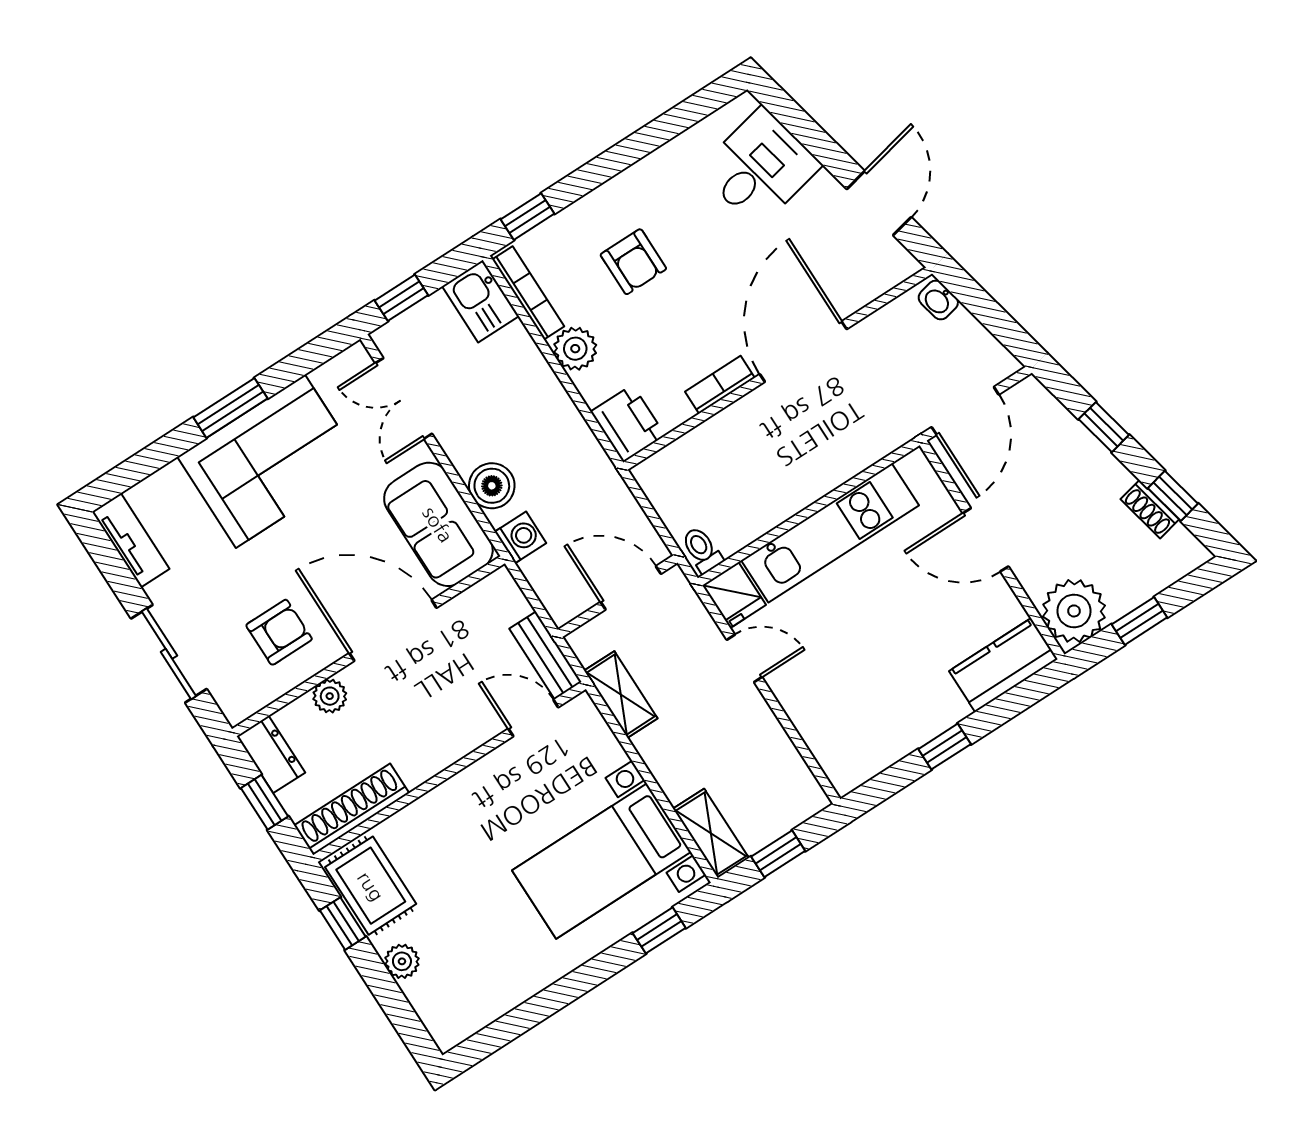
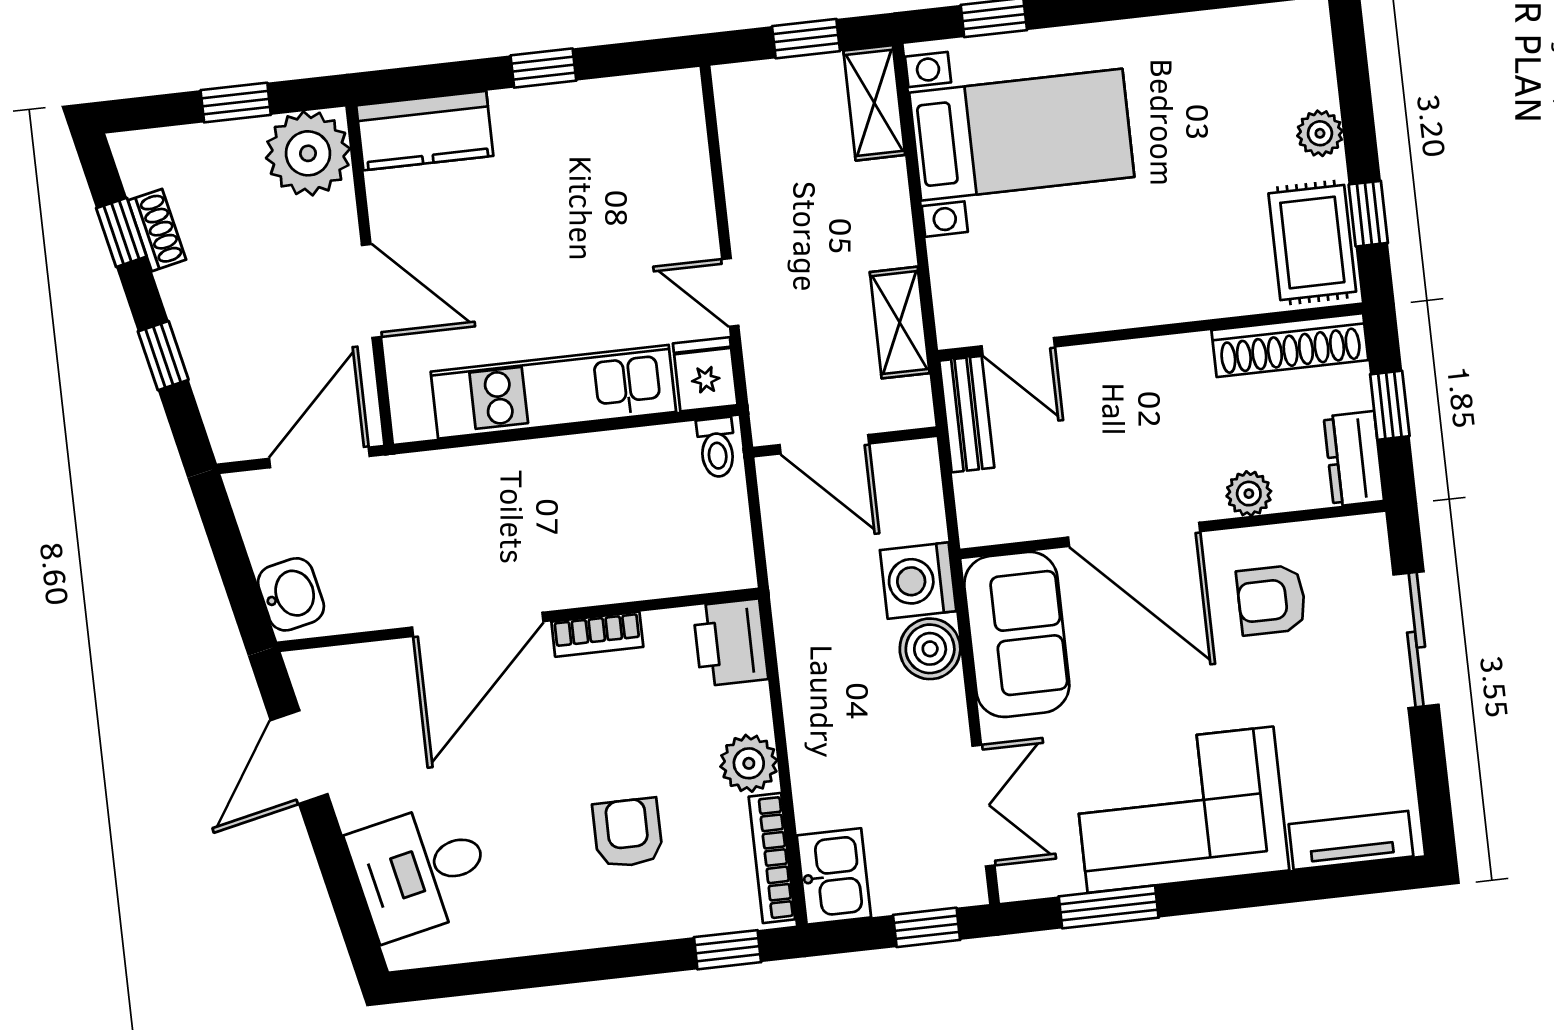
washbasin: (938, 300) -> (291, 594), width x1.38, depth x1.45
window: (230, 408) -> (1109, 907), moved
washing machine: (520, 537) -> (918, 581), width x1.38, depth x1.38
tv unit: (131, 540) -> (1351, 840), moved, turned 90

